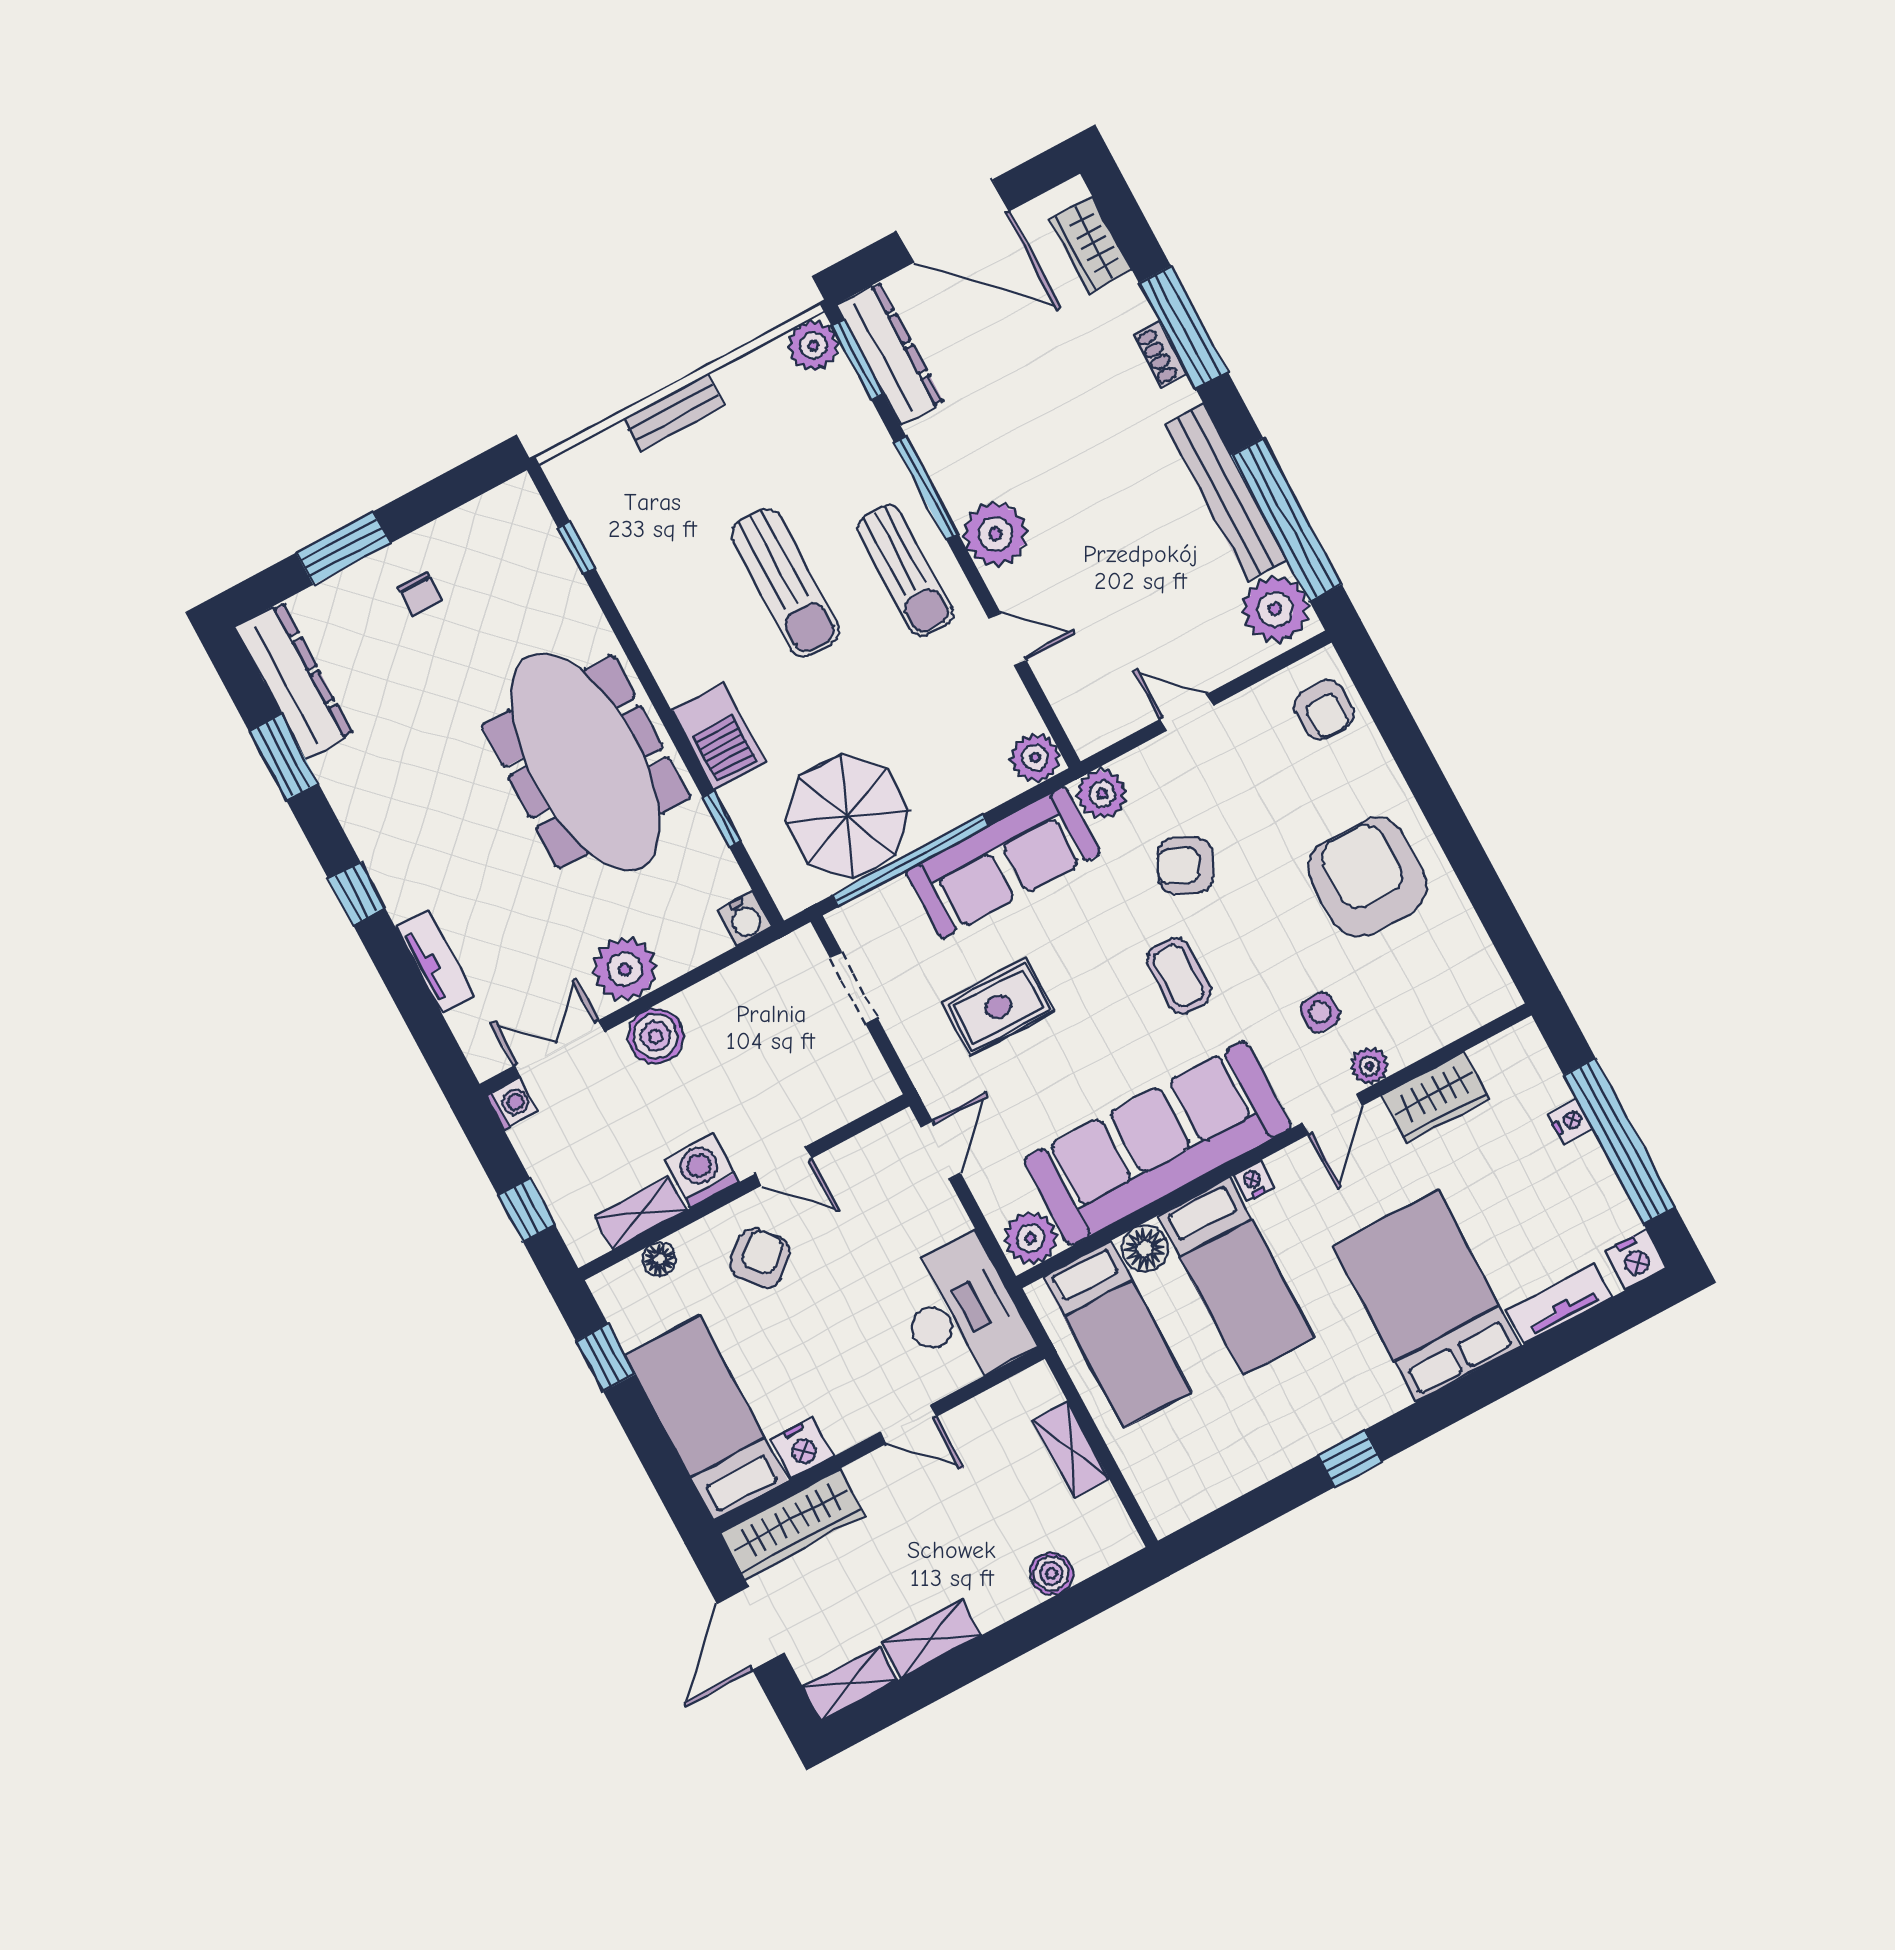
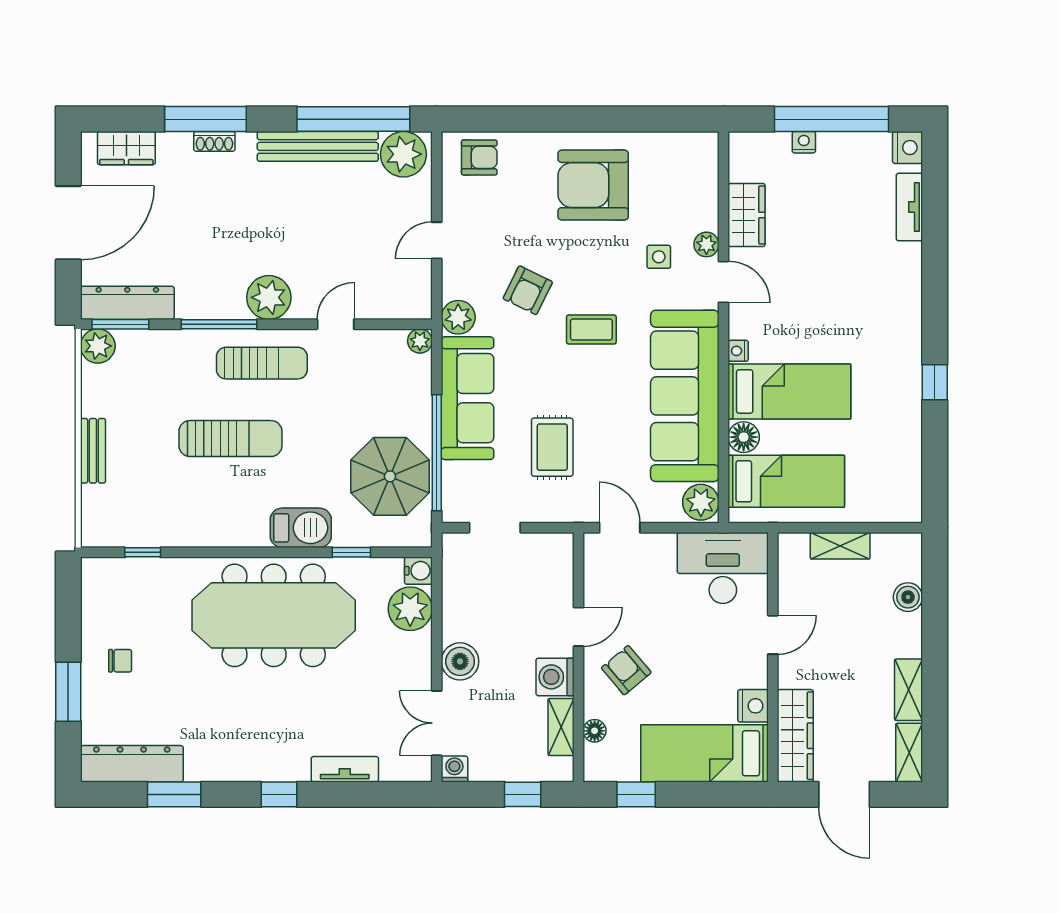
plant: (1035, 758) -> (420, 341), width x0.73, depth x0.73
plant: (625, 969) -> (410, 609), moved
bed: (1427, 1296) -> (862, 284), removed

